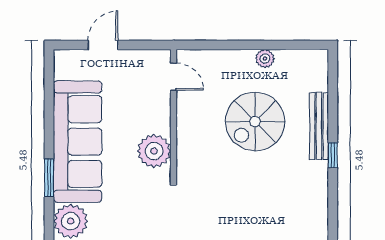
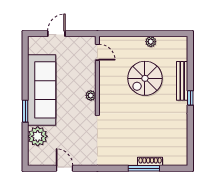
plant: (154, 151) -> (91, 95), width x0.53, depth x0.53

